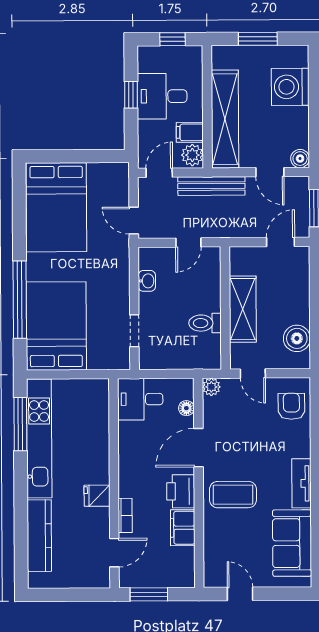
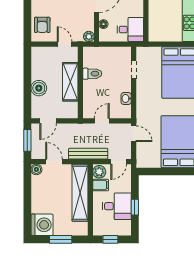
washing machine: (290, 87) -> (42, 225), moved
boiler: (297, 338) -> (39, 88), moved

